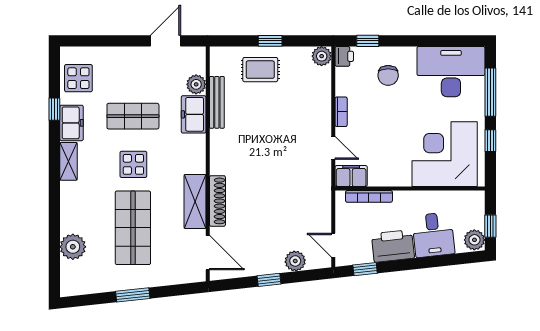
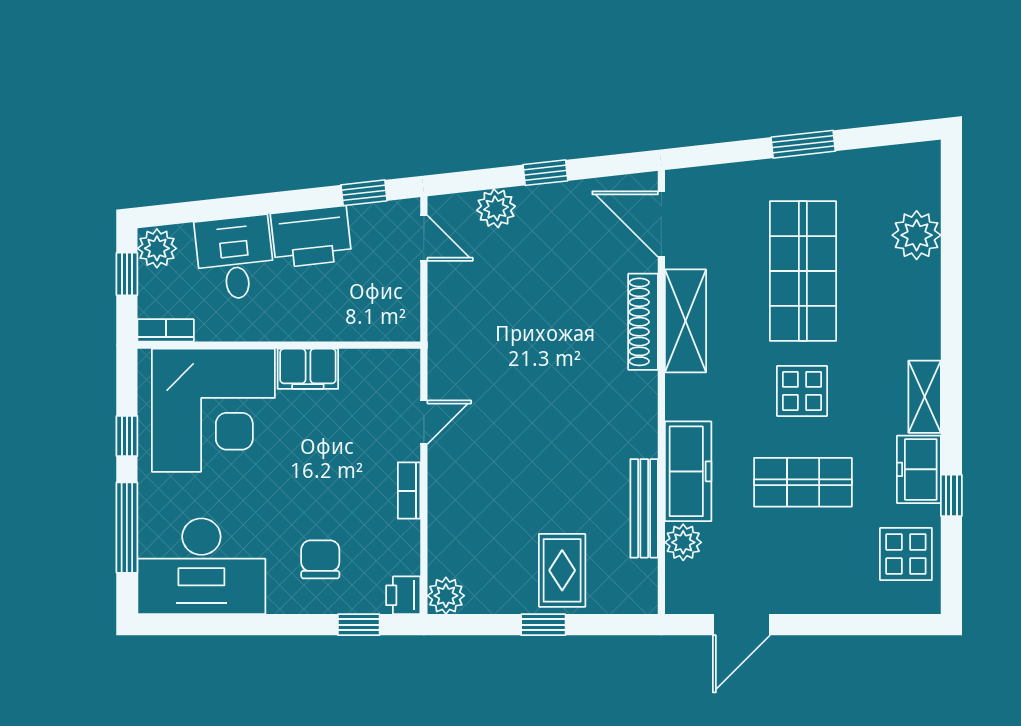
rug: (260, 70) -> (562, 570), turned 90
freezer: (194, 114) -> (688, 471), width x1.40
door: (333, 148) -> (424, 422), swing flipped
filing cabinet: (351, 176) -> (308, 369), moved
bookcase: (369, 196) -> (166, 330), moved, width x0.64

